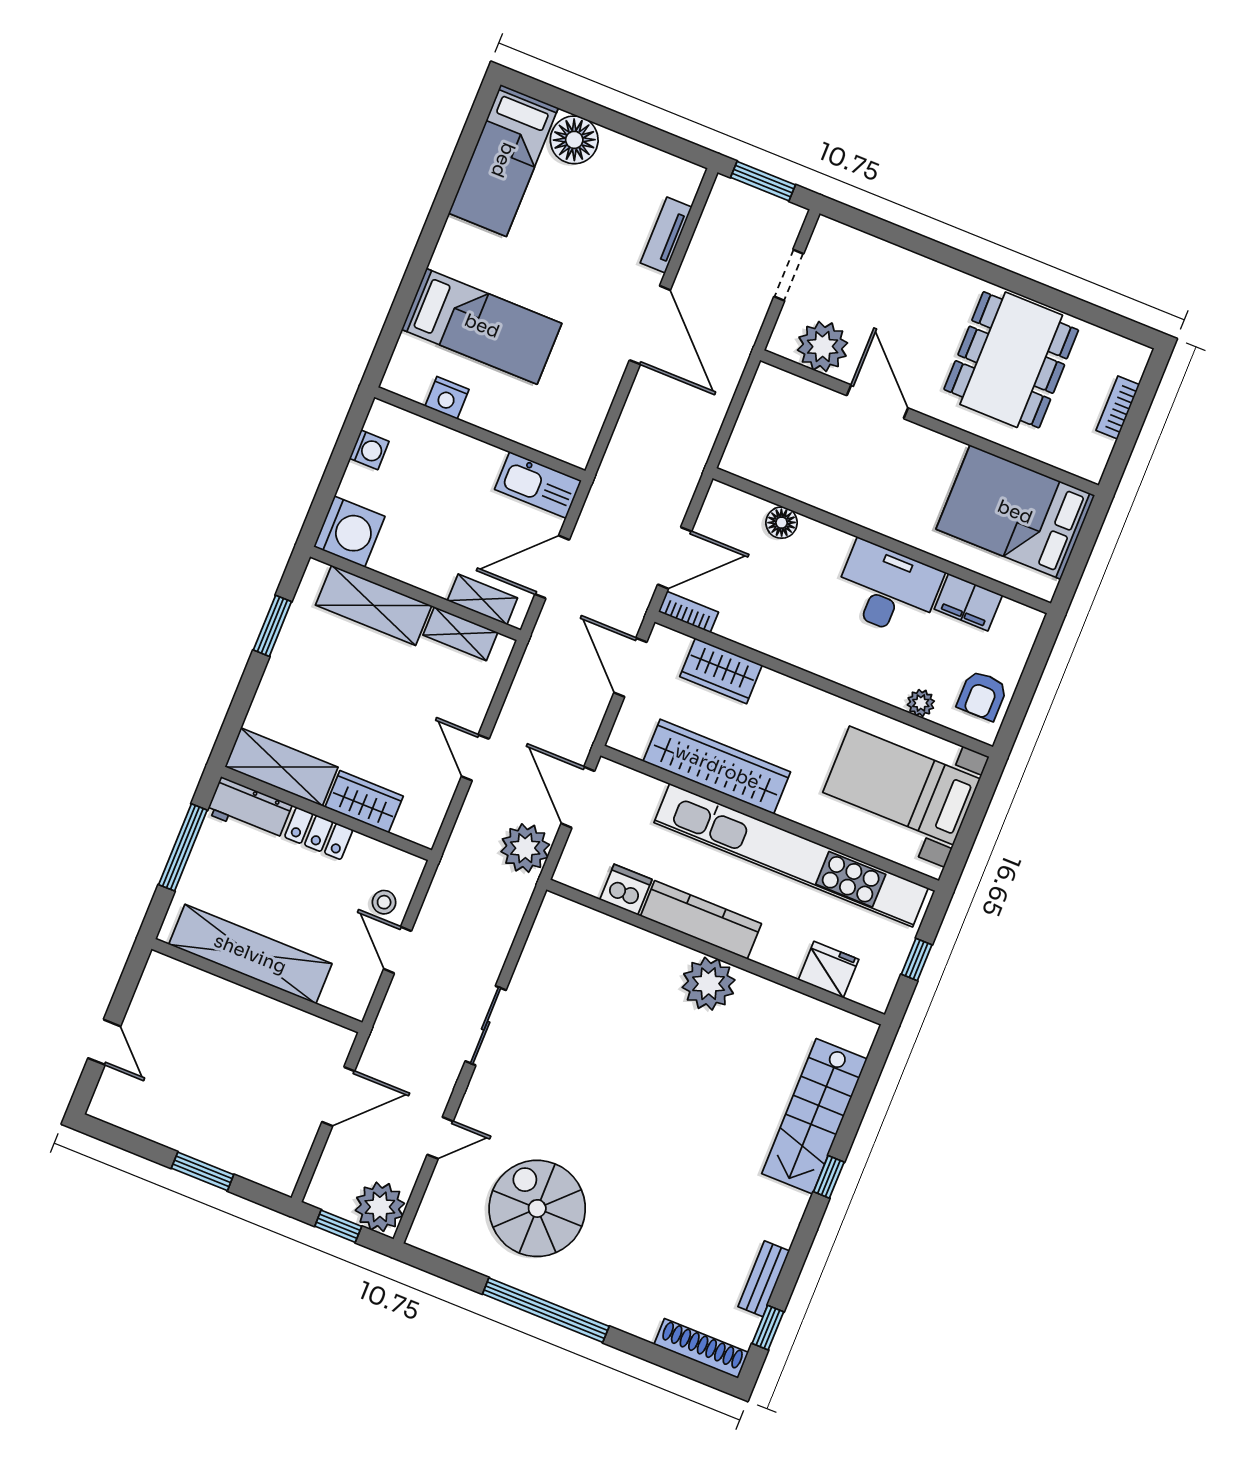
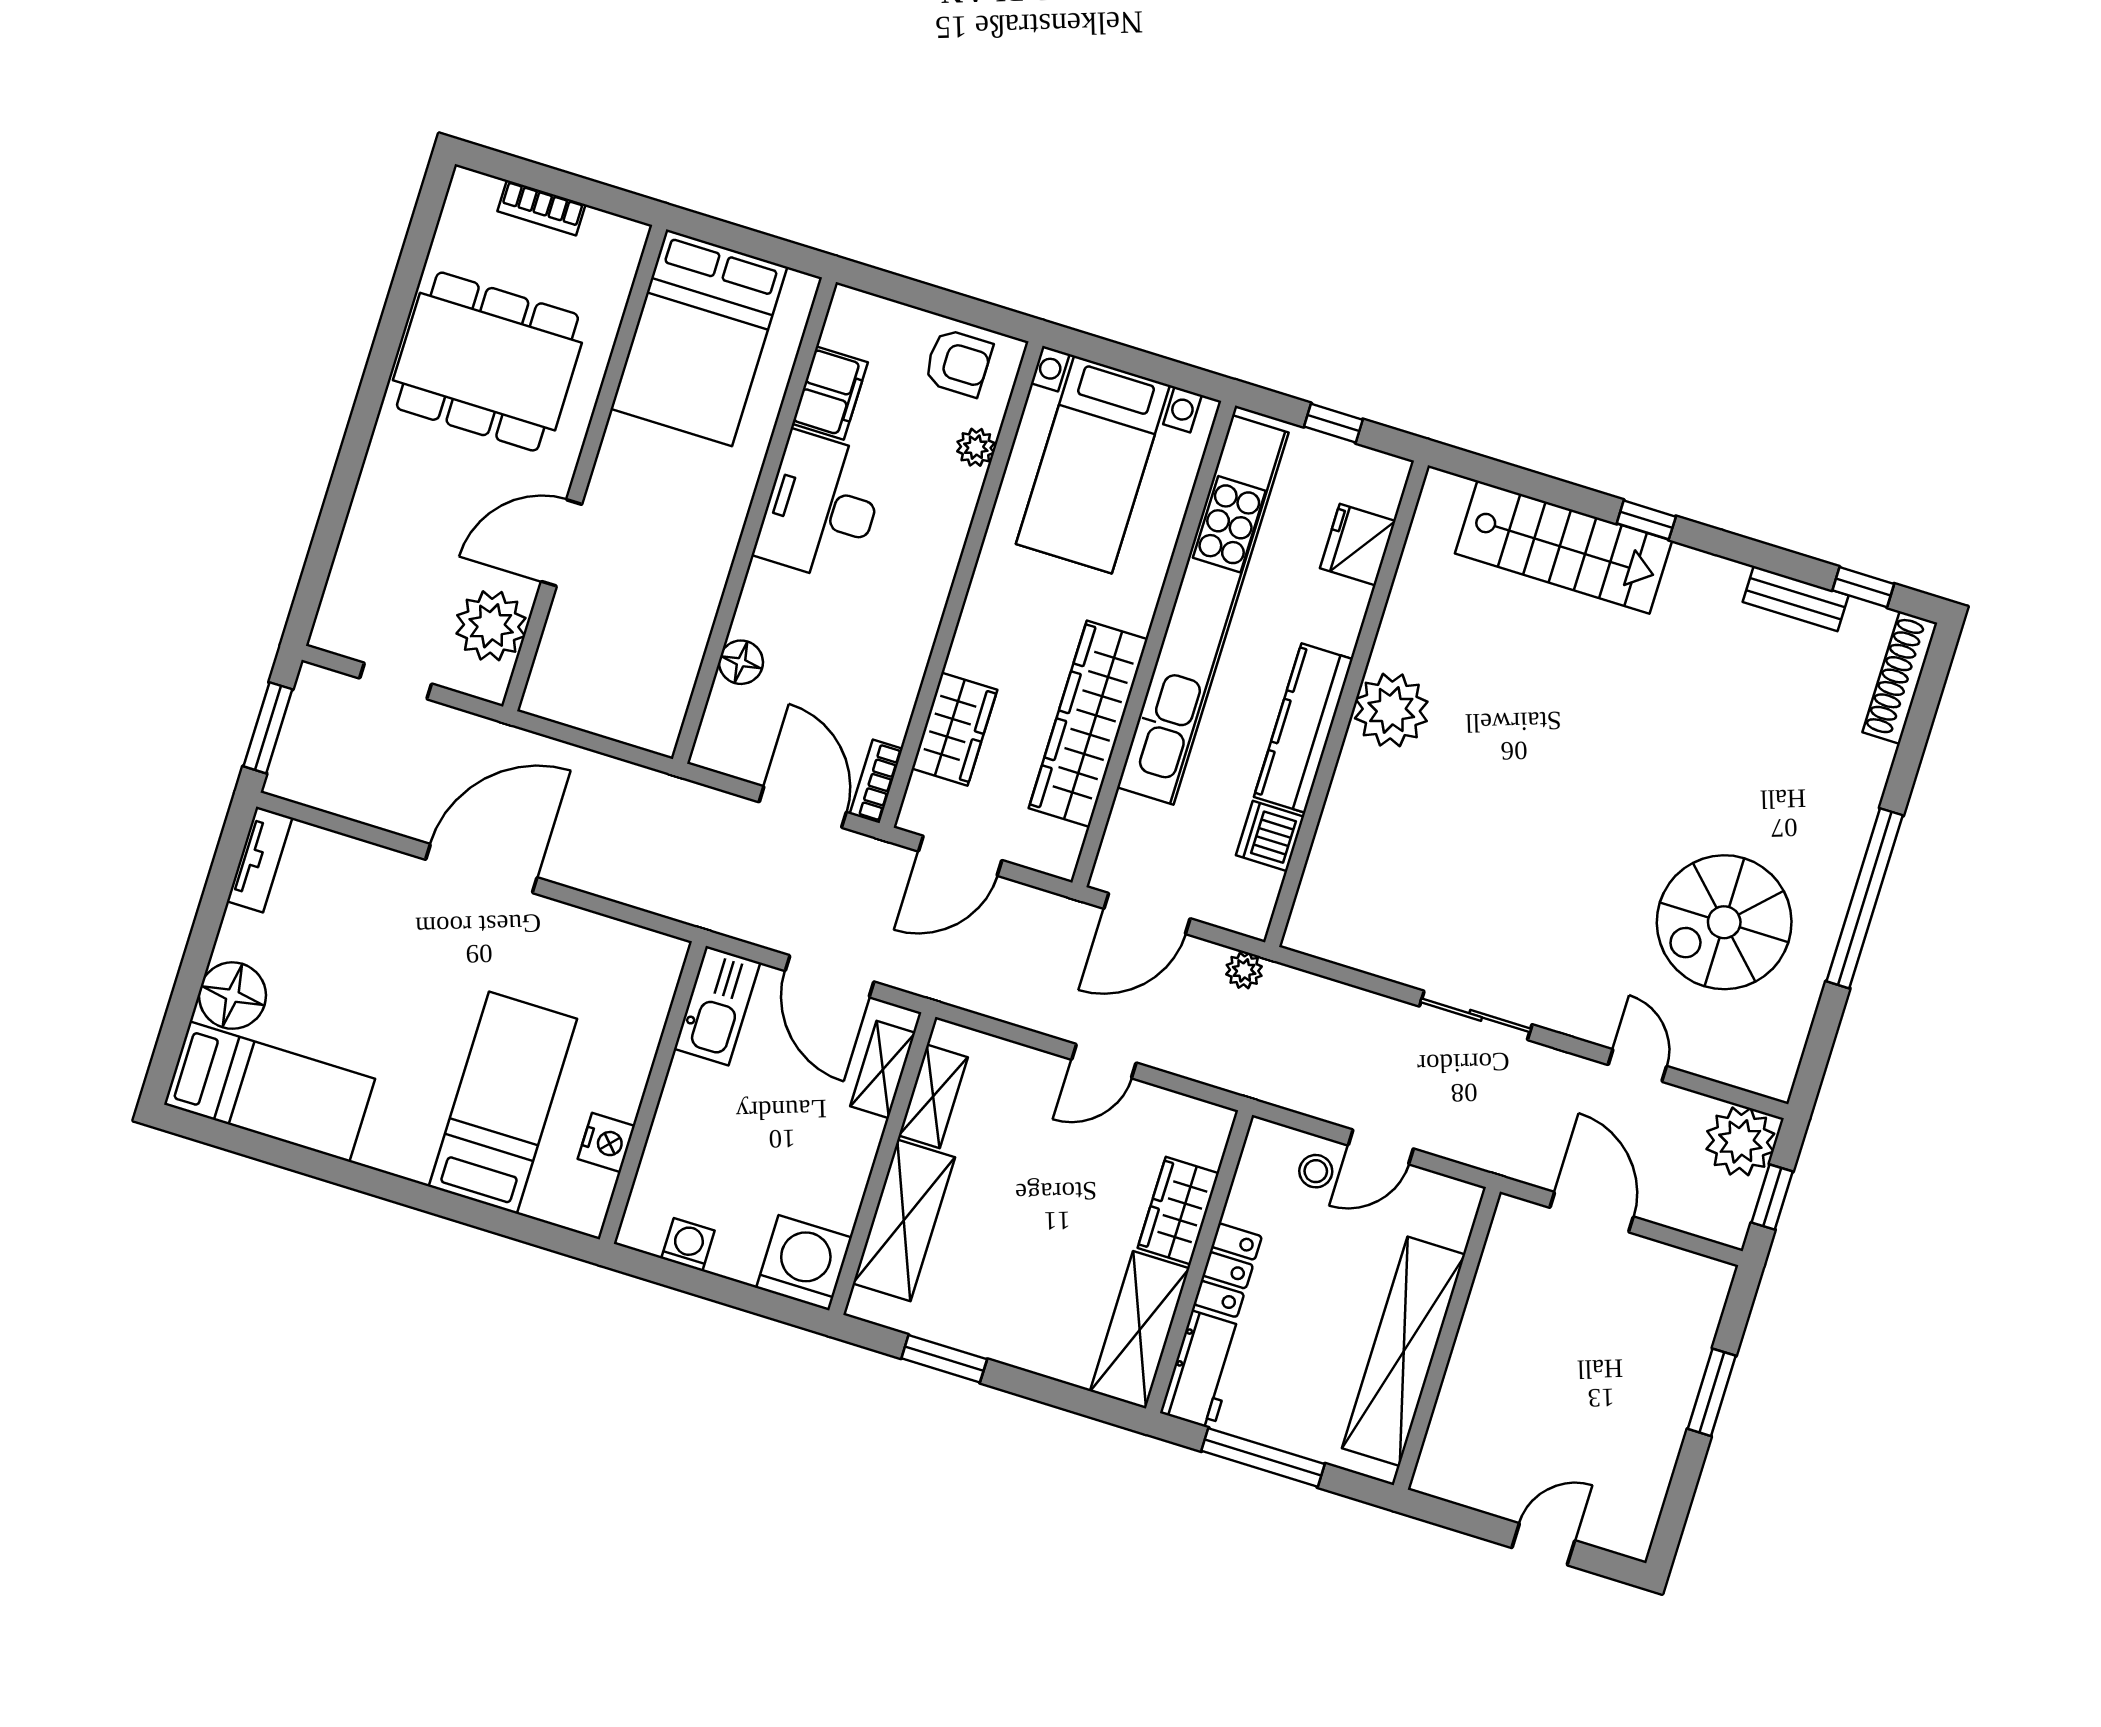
tv unit: (666, 235) -> (260, 859), moved, turned -90
plant: (525, 848) -> (1244, 970), width x0.53, depth x0.53

